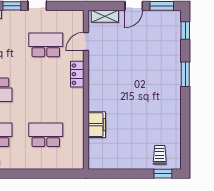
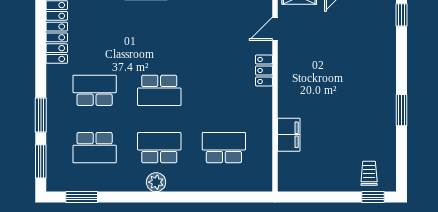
school desk: (46, 45) -> (224, 33), removed
window: (185, 74) -> (402, 110), moved

